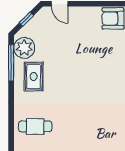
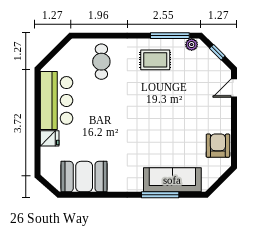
plant: (24, 48) -> (192, 45), width x0.53, depth x0.53

